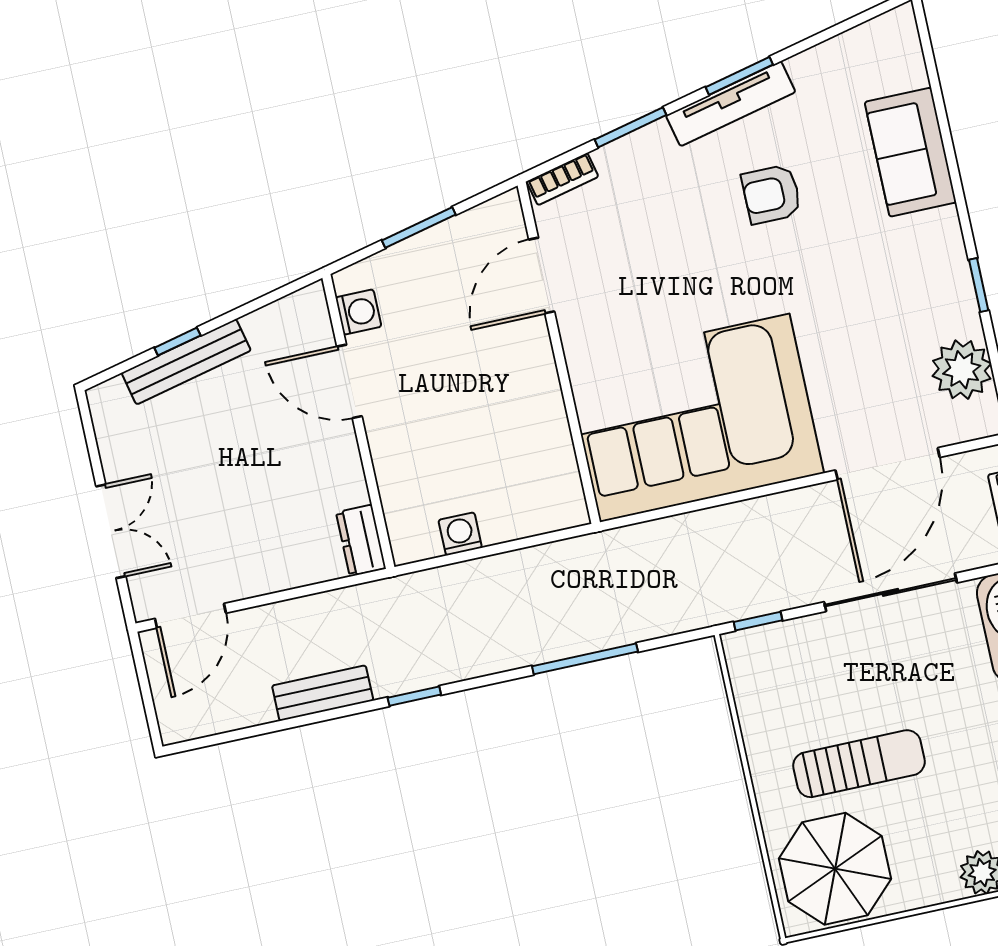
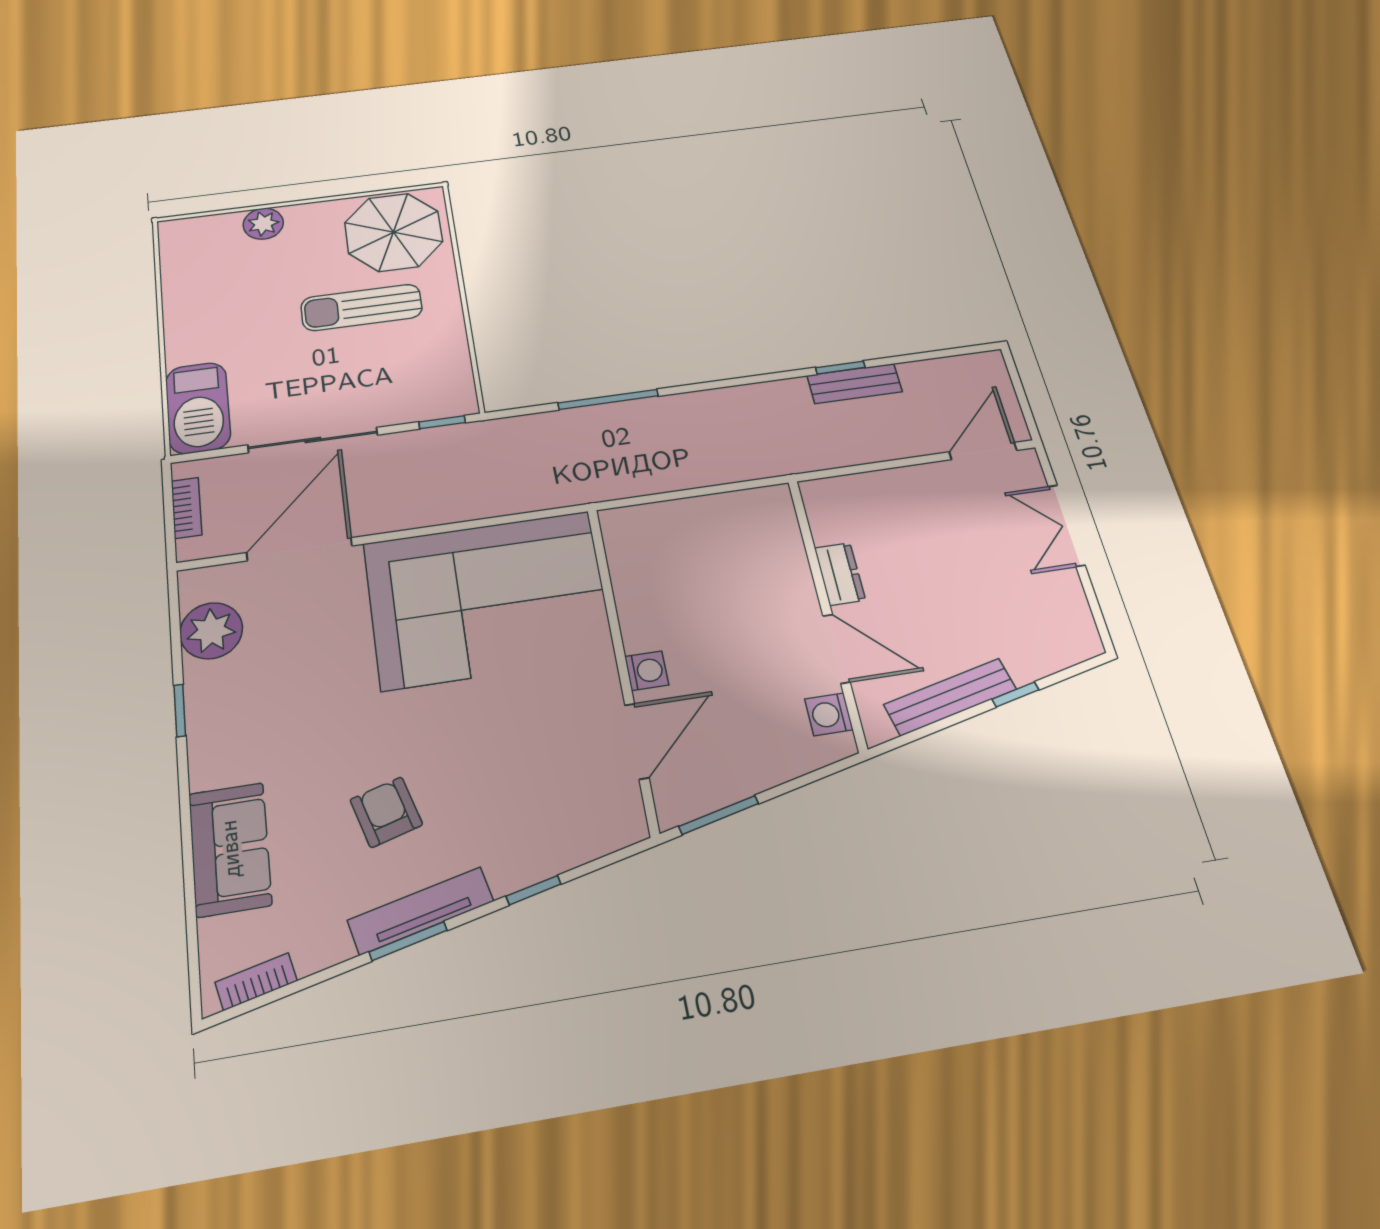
window: (630, 127) -> (534, 890), width x0.67
bookcase: (562, 179) -> (256, 982), moved
armchair: (771, 194) -> (386, 812), turned -106
window: (419, 227) -> (719, 815), moved
bench: (186, 362) -> (950, 697), moved
washing machine: (460, 534) -> (647, 671), moved, turned -90
dresser: (361, 540) -> (840, 574), moved
window: (414, 696) -> (840, 368), moved

